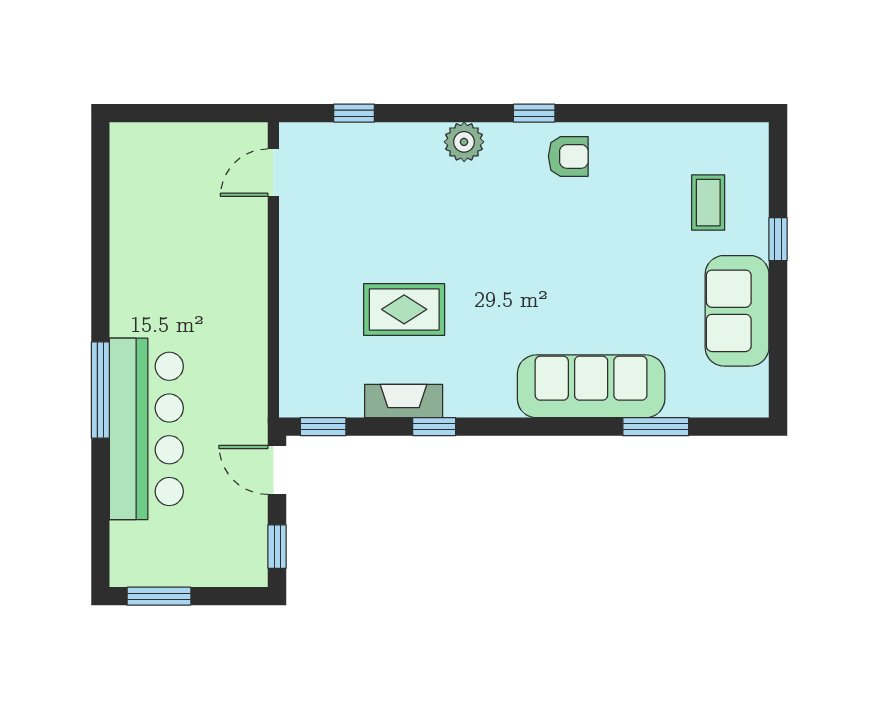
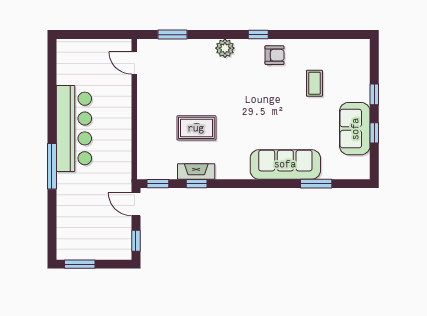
window: (354, 113) -> (173, 35), width x1.50
door: (273, 173) -> (134, 63), hinge flipped
coffee table: (708, 203) -> (314, 83), moved
window: (778, 320) -> (374, 133), added
window: (434, 427) -> (197, 184), moved
bar counter: (146, 429) -> (74, 128), moved

